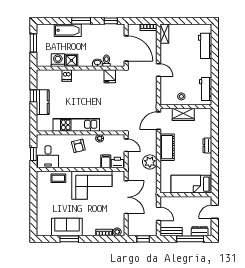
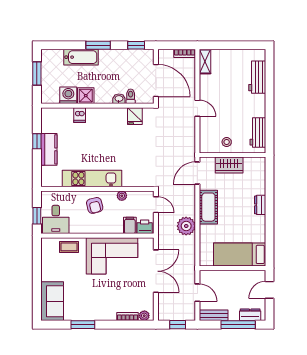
sofa: (67, 227) -> (52, 301), moved, turned 90

